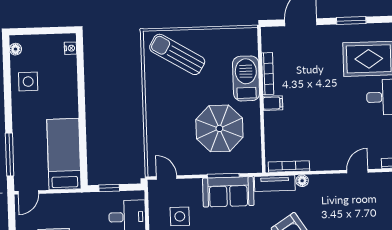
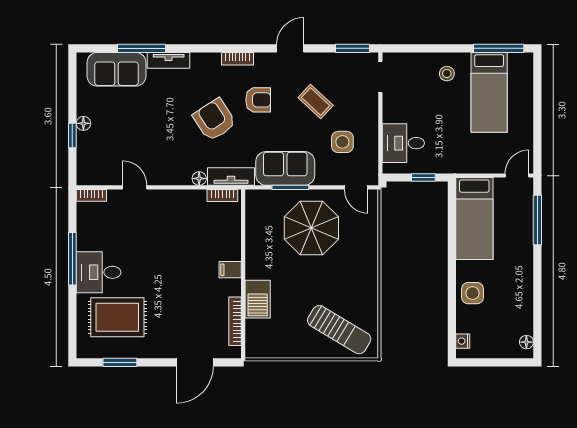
window: (351, 21) -> (120, 362), moved
bookcase: (268, 74) -> (235, 321), moved
barbecue: (246, 78) -> (258, 299), width x0.73, depth x0.83
side table: (28, 82) -> (473, 293), moved
parasol: (219, 128) -> (311, 228), moved
bookcase: (289, 167) -> (222, 195), width x0.64
door: (357, 171) -> (135, 187), swing flipped

